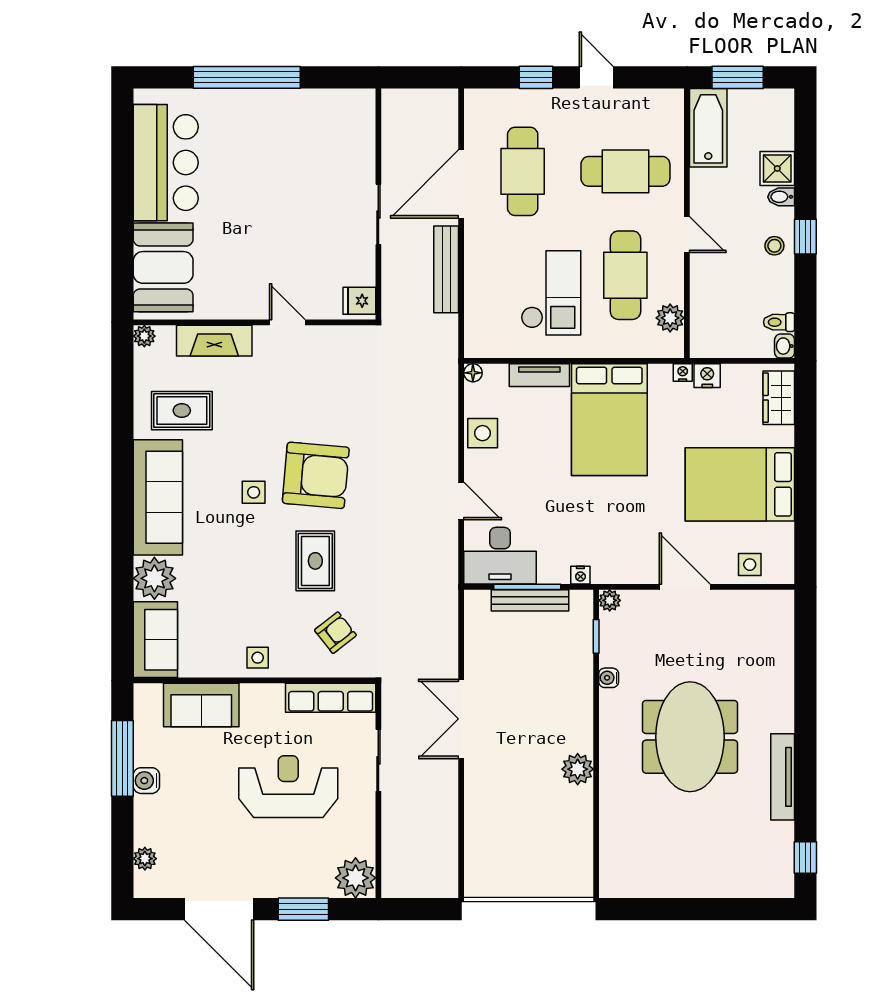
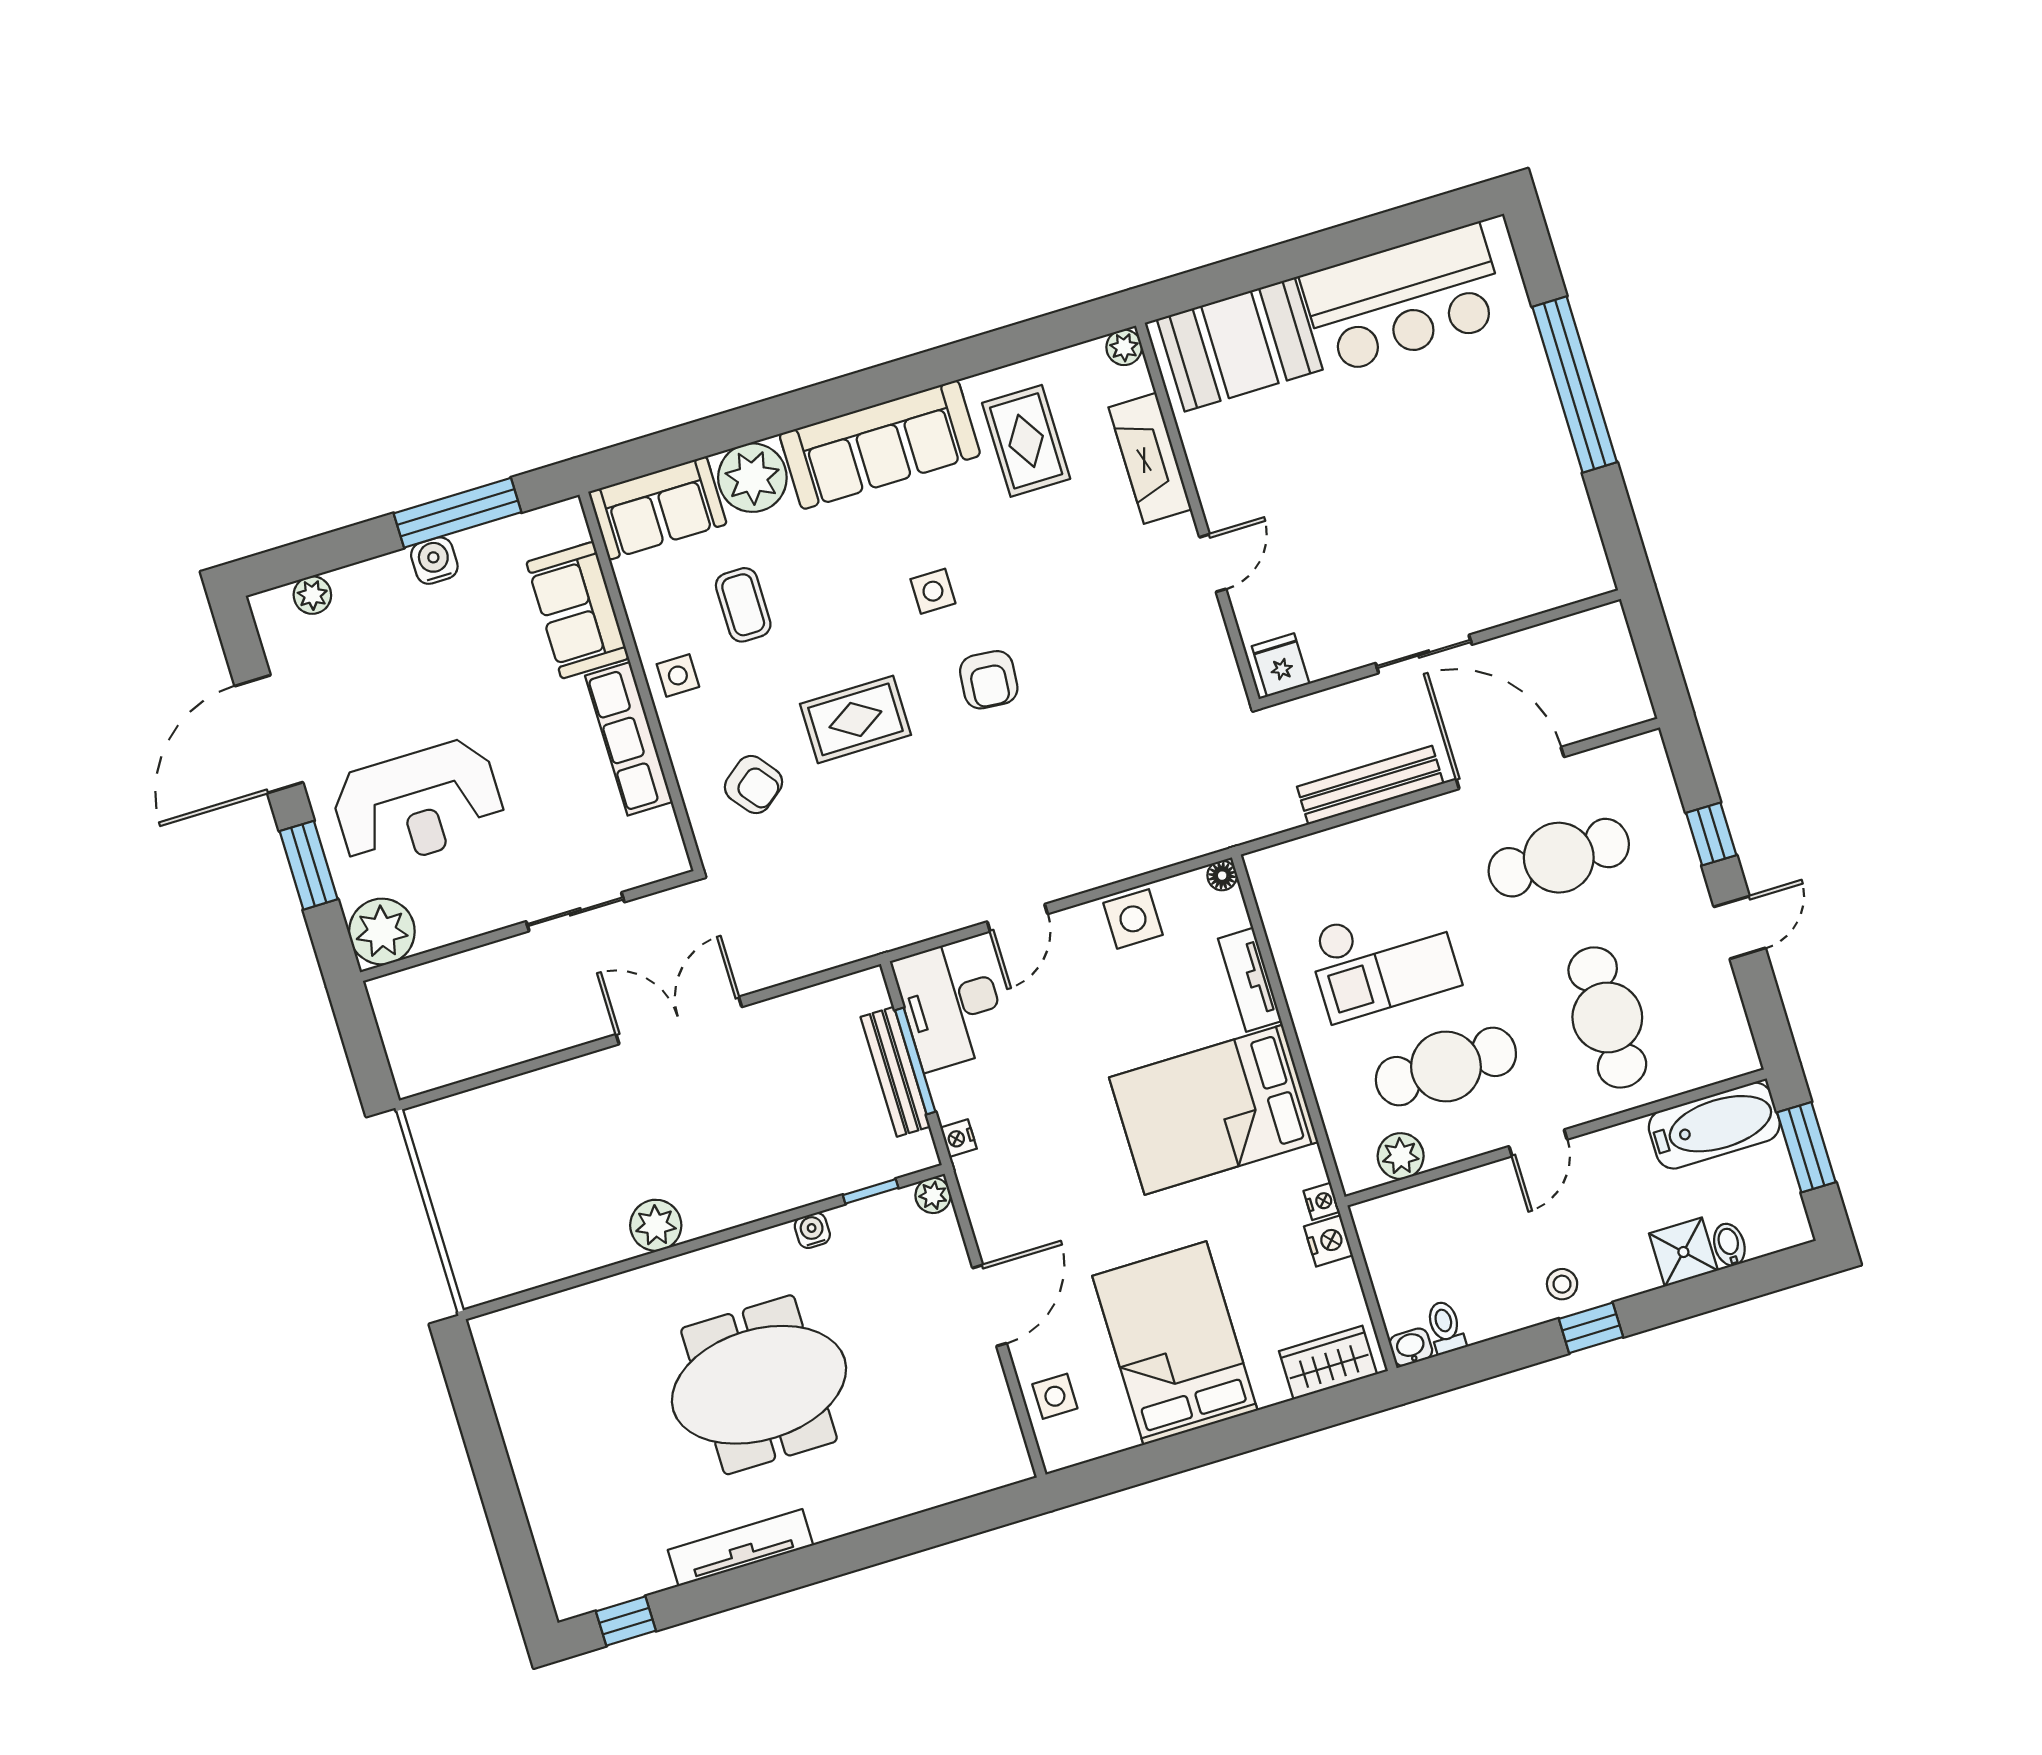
bidet: (781, 197) -> (1729, 1245), moved
armchair: (316, 475) -> (989, 680), width x0.53, depth x0.53
coffee table: (228, 607) -> (743, 605), added
row of seats: (331, 698) -> (629, 739), moved
reception desk: (288, 787) -> (418, 804), moved, turned 90

